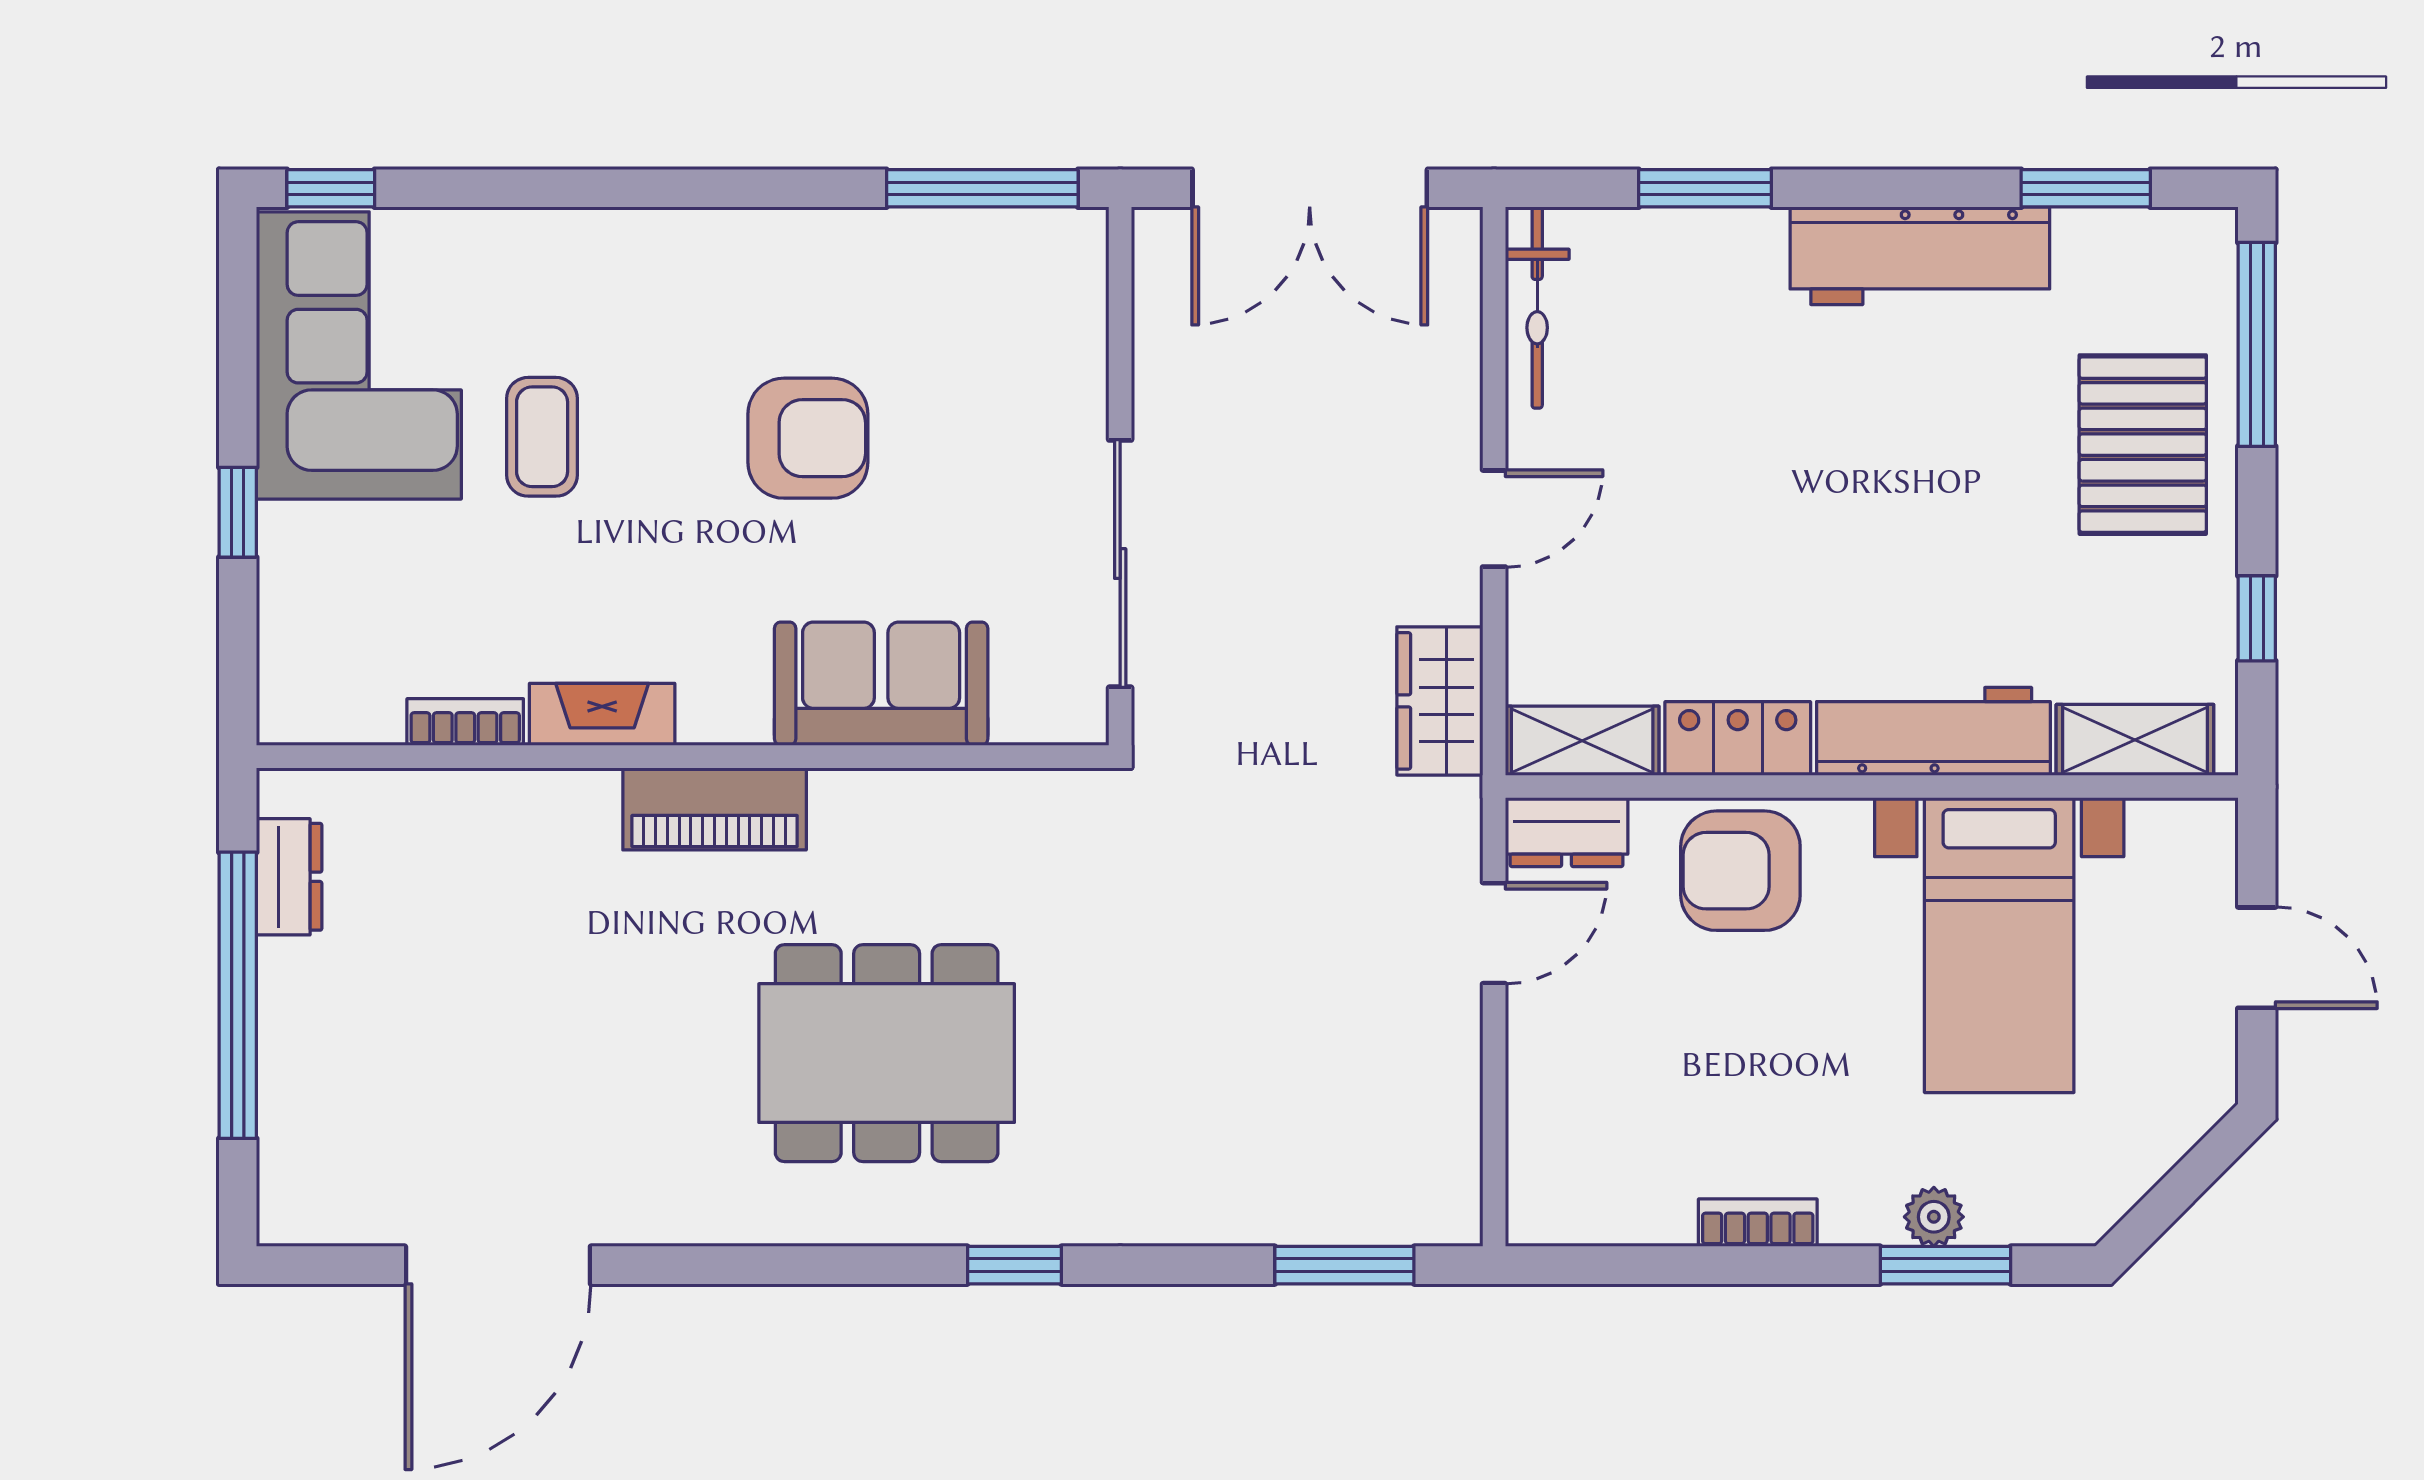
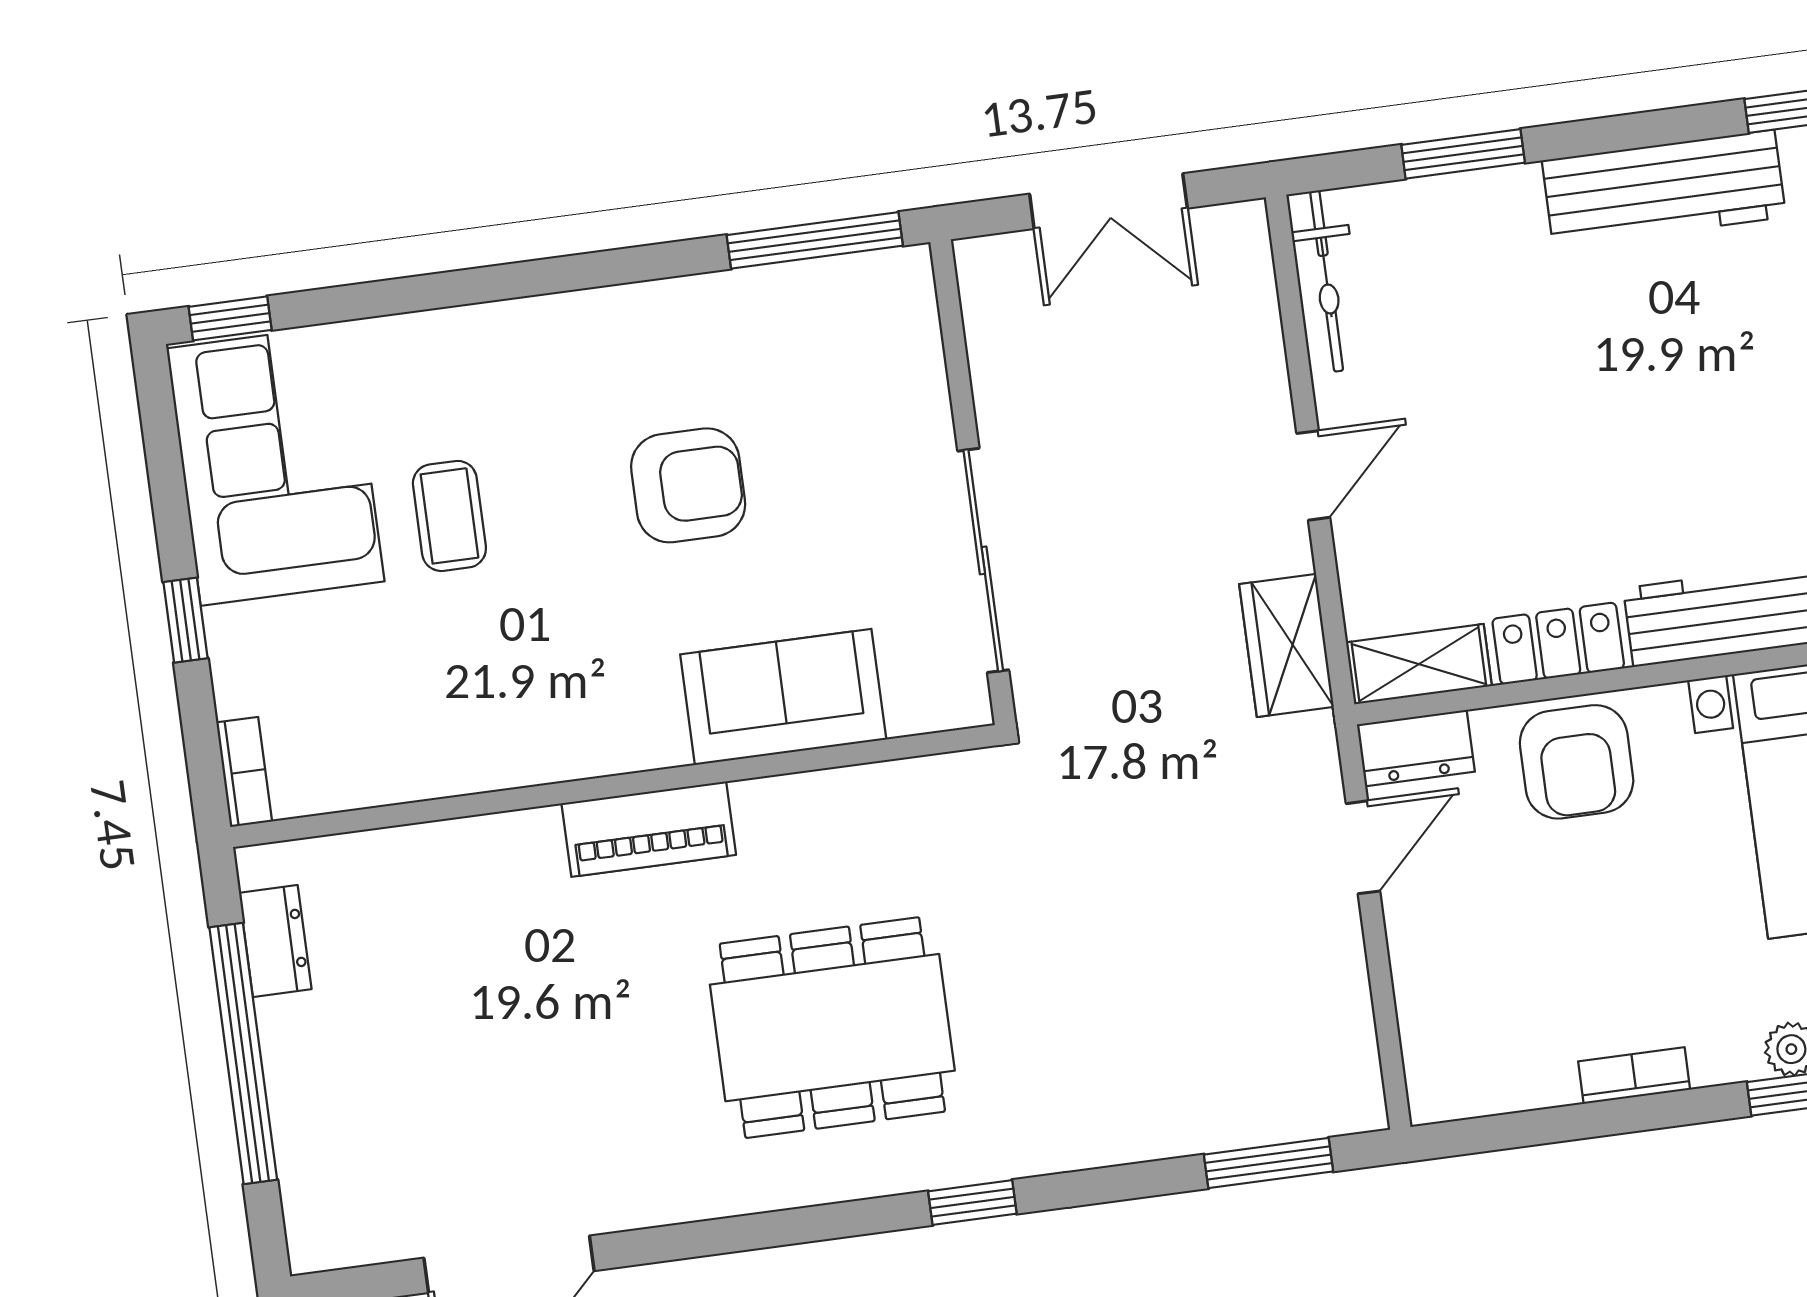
double door: (1310, 188) -> (1108, 201), width x0.73
fireplace: (602, 714) -> (537, 758), removed
bookcase: (465, 722) -> (244, 772), moved, turned 90
armchair: (1740, 871) -> (1577, 762), turned -90

